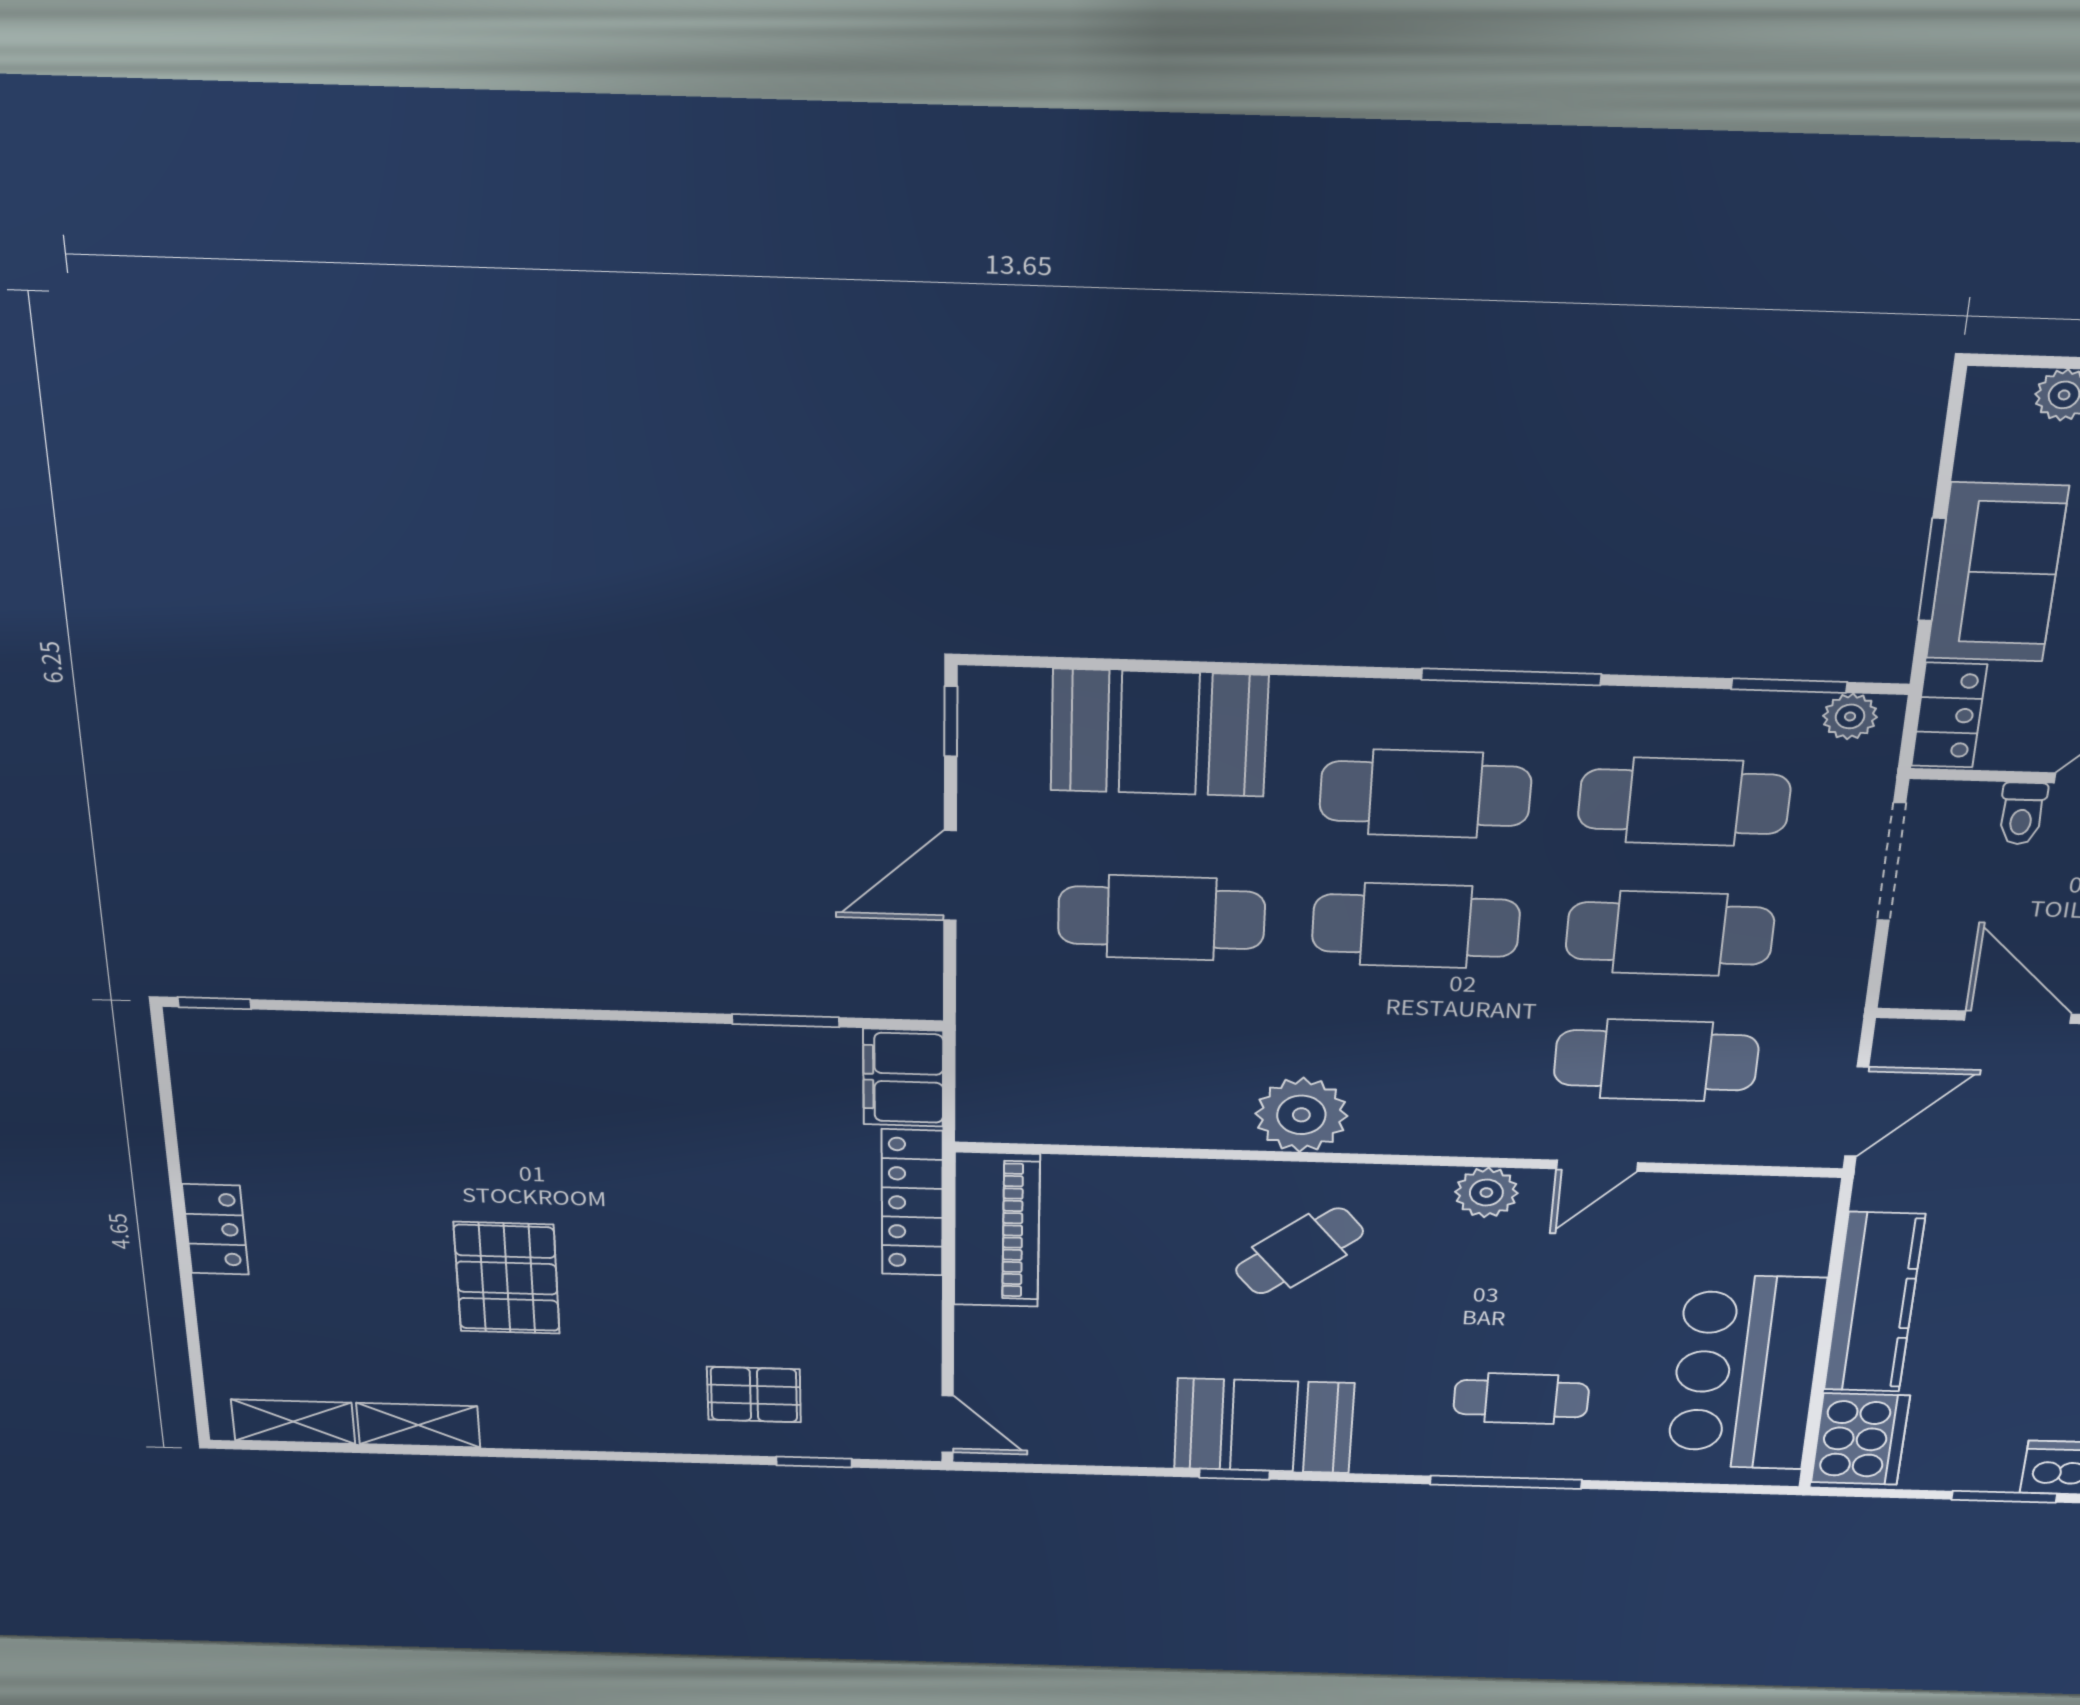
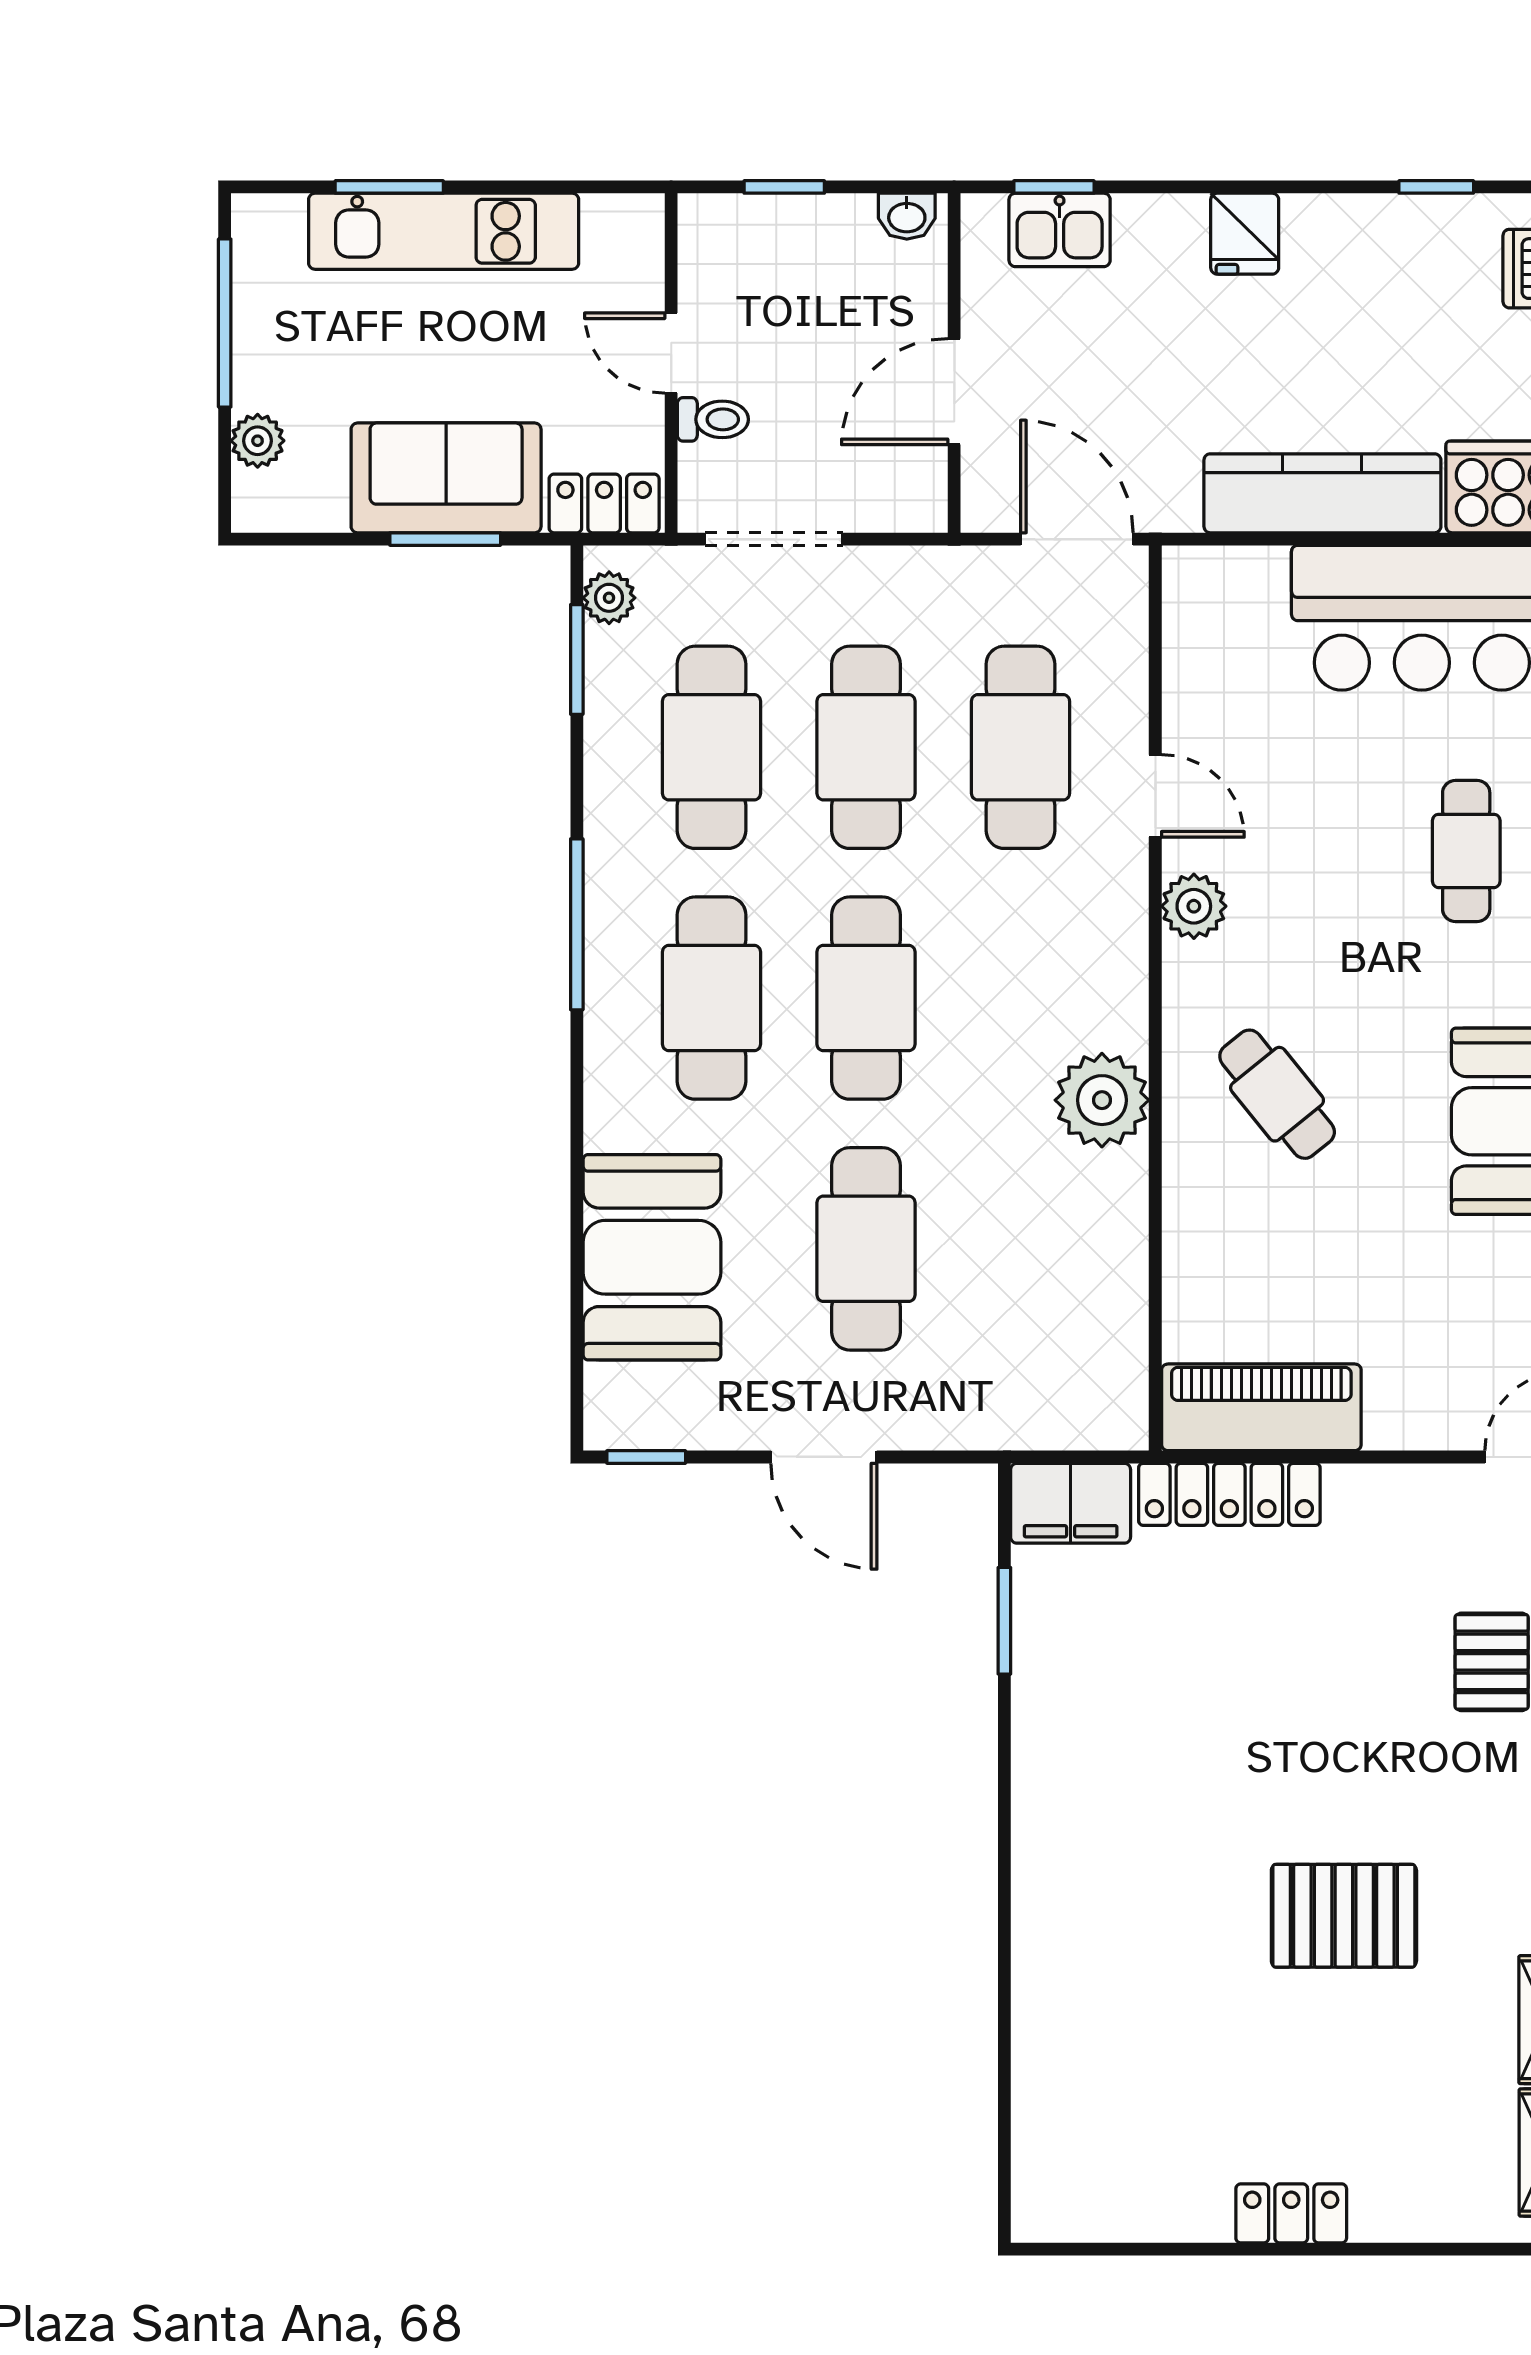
window: (214, 1003) -> (1004, 2191), removed

